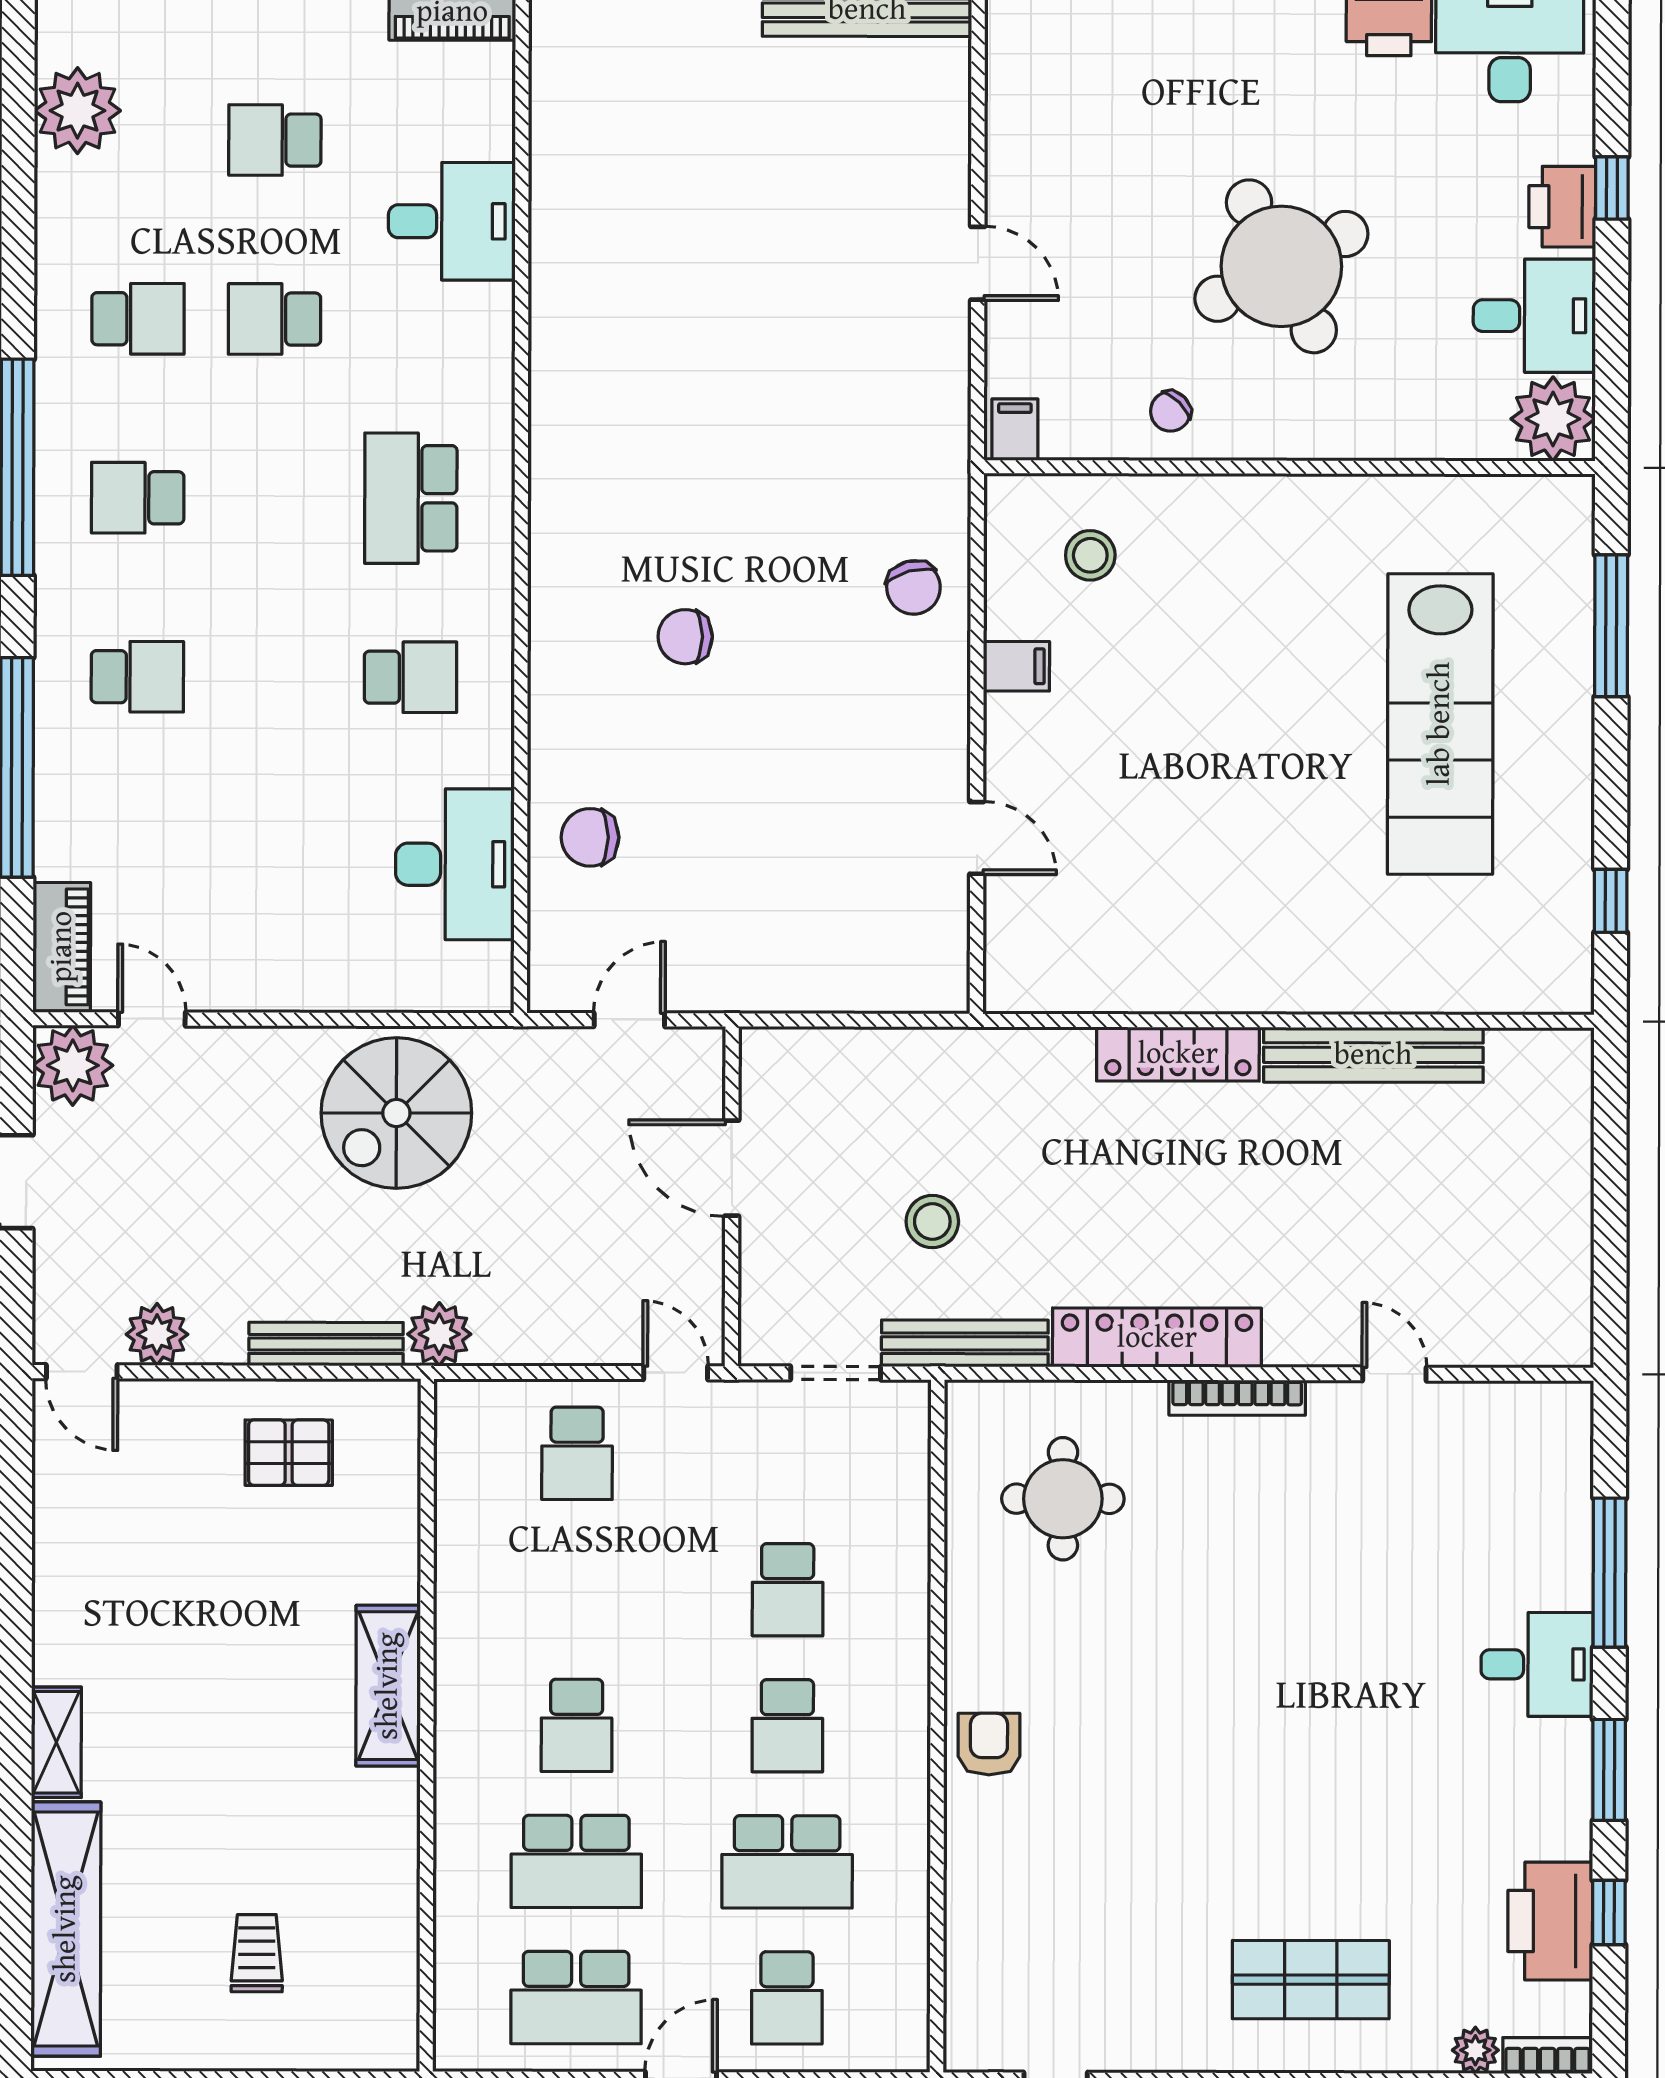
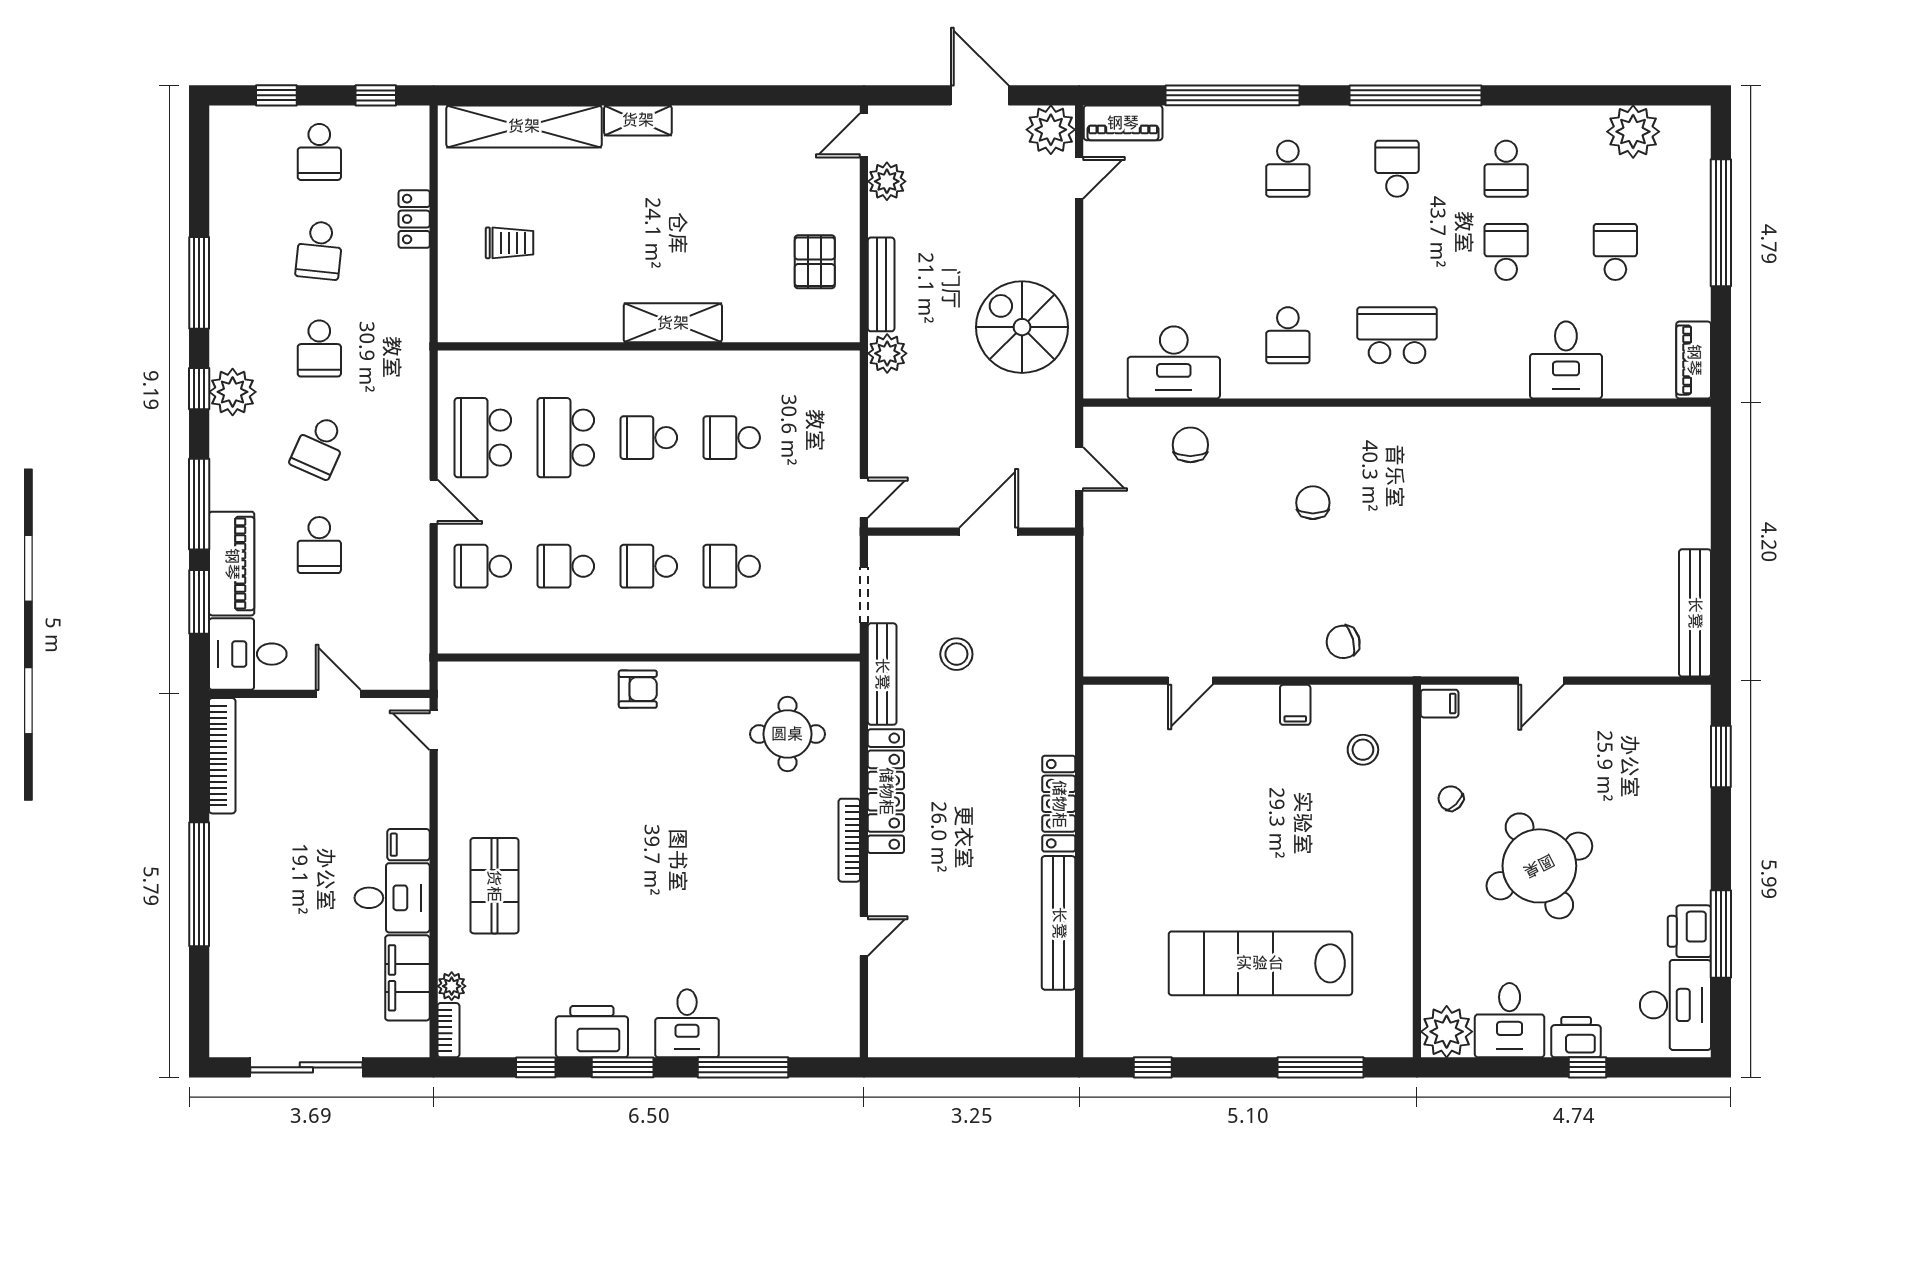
school desk: (577, 1453) -> (732, 438), moved
school desk: (787, 1862) -> (566, 566), width x0.54
printer: (1550, 1921) -> (592, 1032), moved

